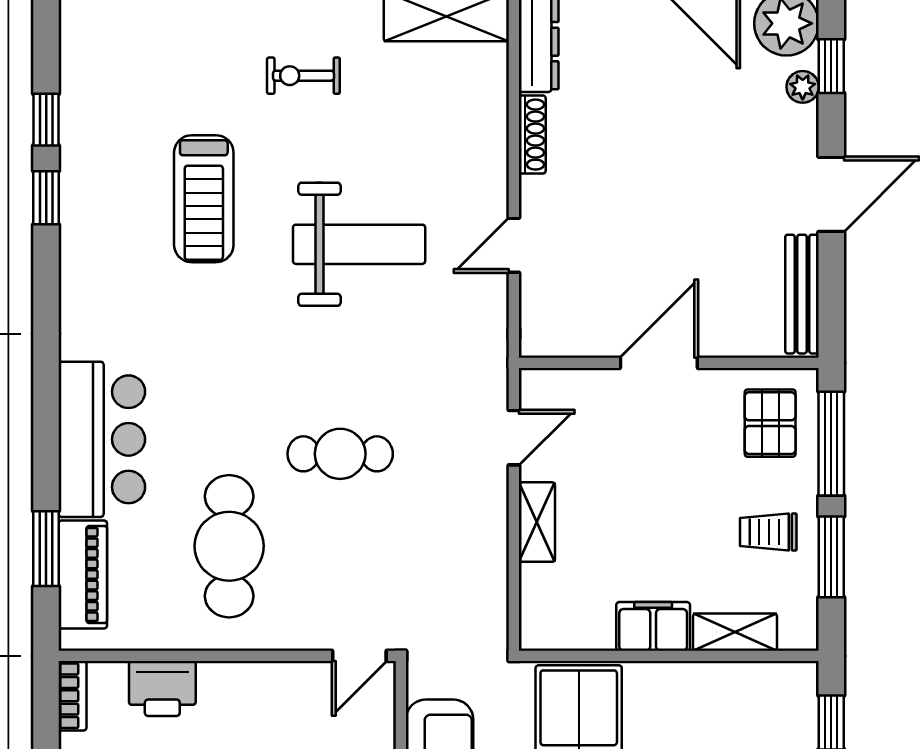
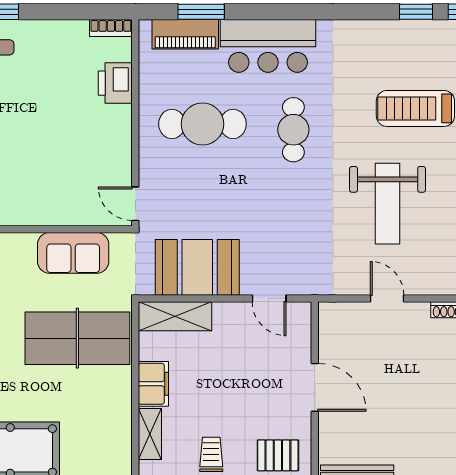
cafe table: (340, 454) -> (293, 130), moved
shelving: (537, 522) -> (175, 316), moved, width x1.50, depth x1.33
booth: (463, 555) -> (197, 267), added

